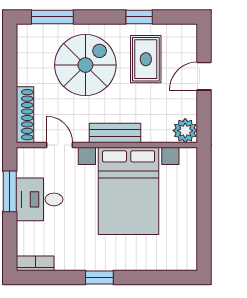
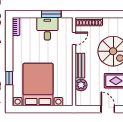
plant: (185, 131) -> (81, 85), moved
bed with nightstands: (129, 191) -> (38, 85), moved, turned 90
window: (99, 277) -> (9, 78), moved

